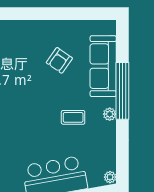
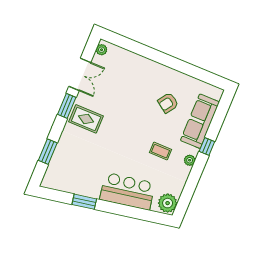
window: (122, 91) -> (207, 146), width x0.32
plant: (110, 177) -> (168, 203), width x1.87, depth x1.87

